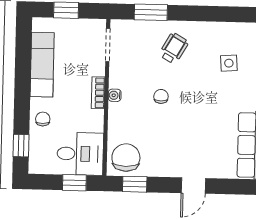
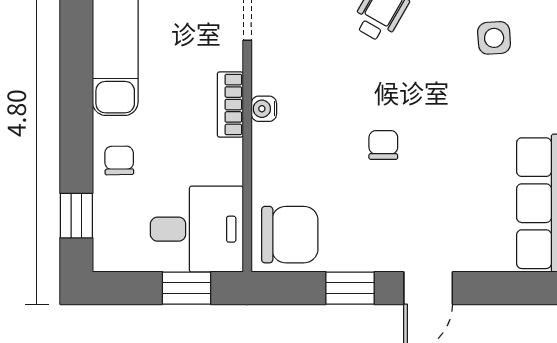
chair: (161, 96) -> (383, 145), moved
chair: (126, 158) -> (290, 235), turned 90
window: (135, 184) -> (350, 288), moved

